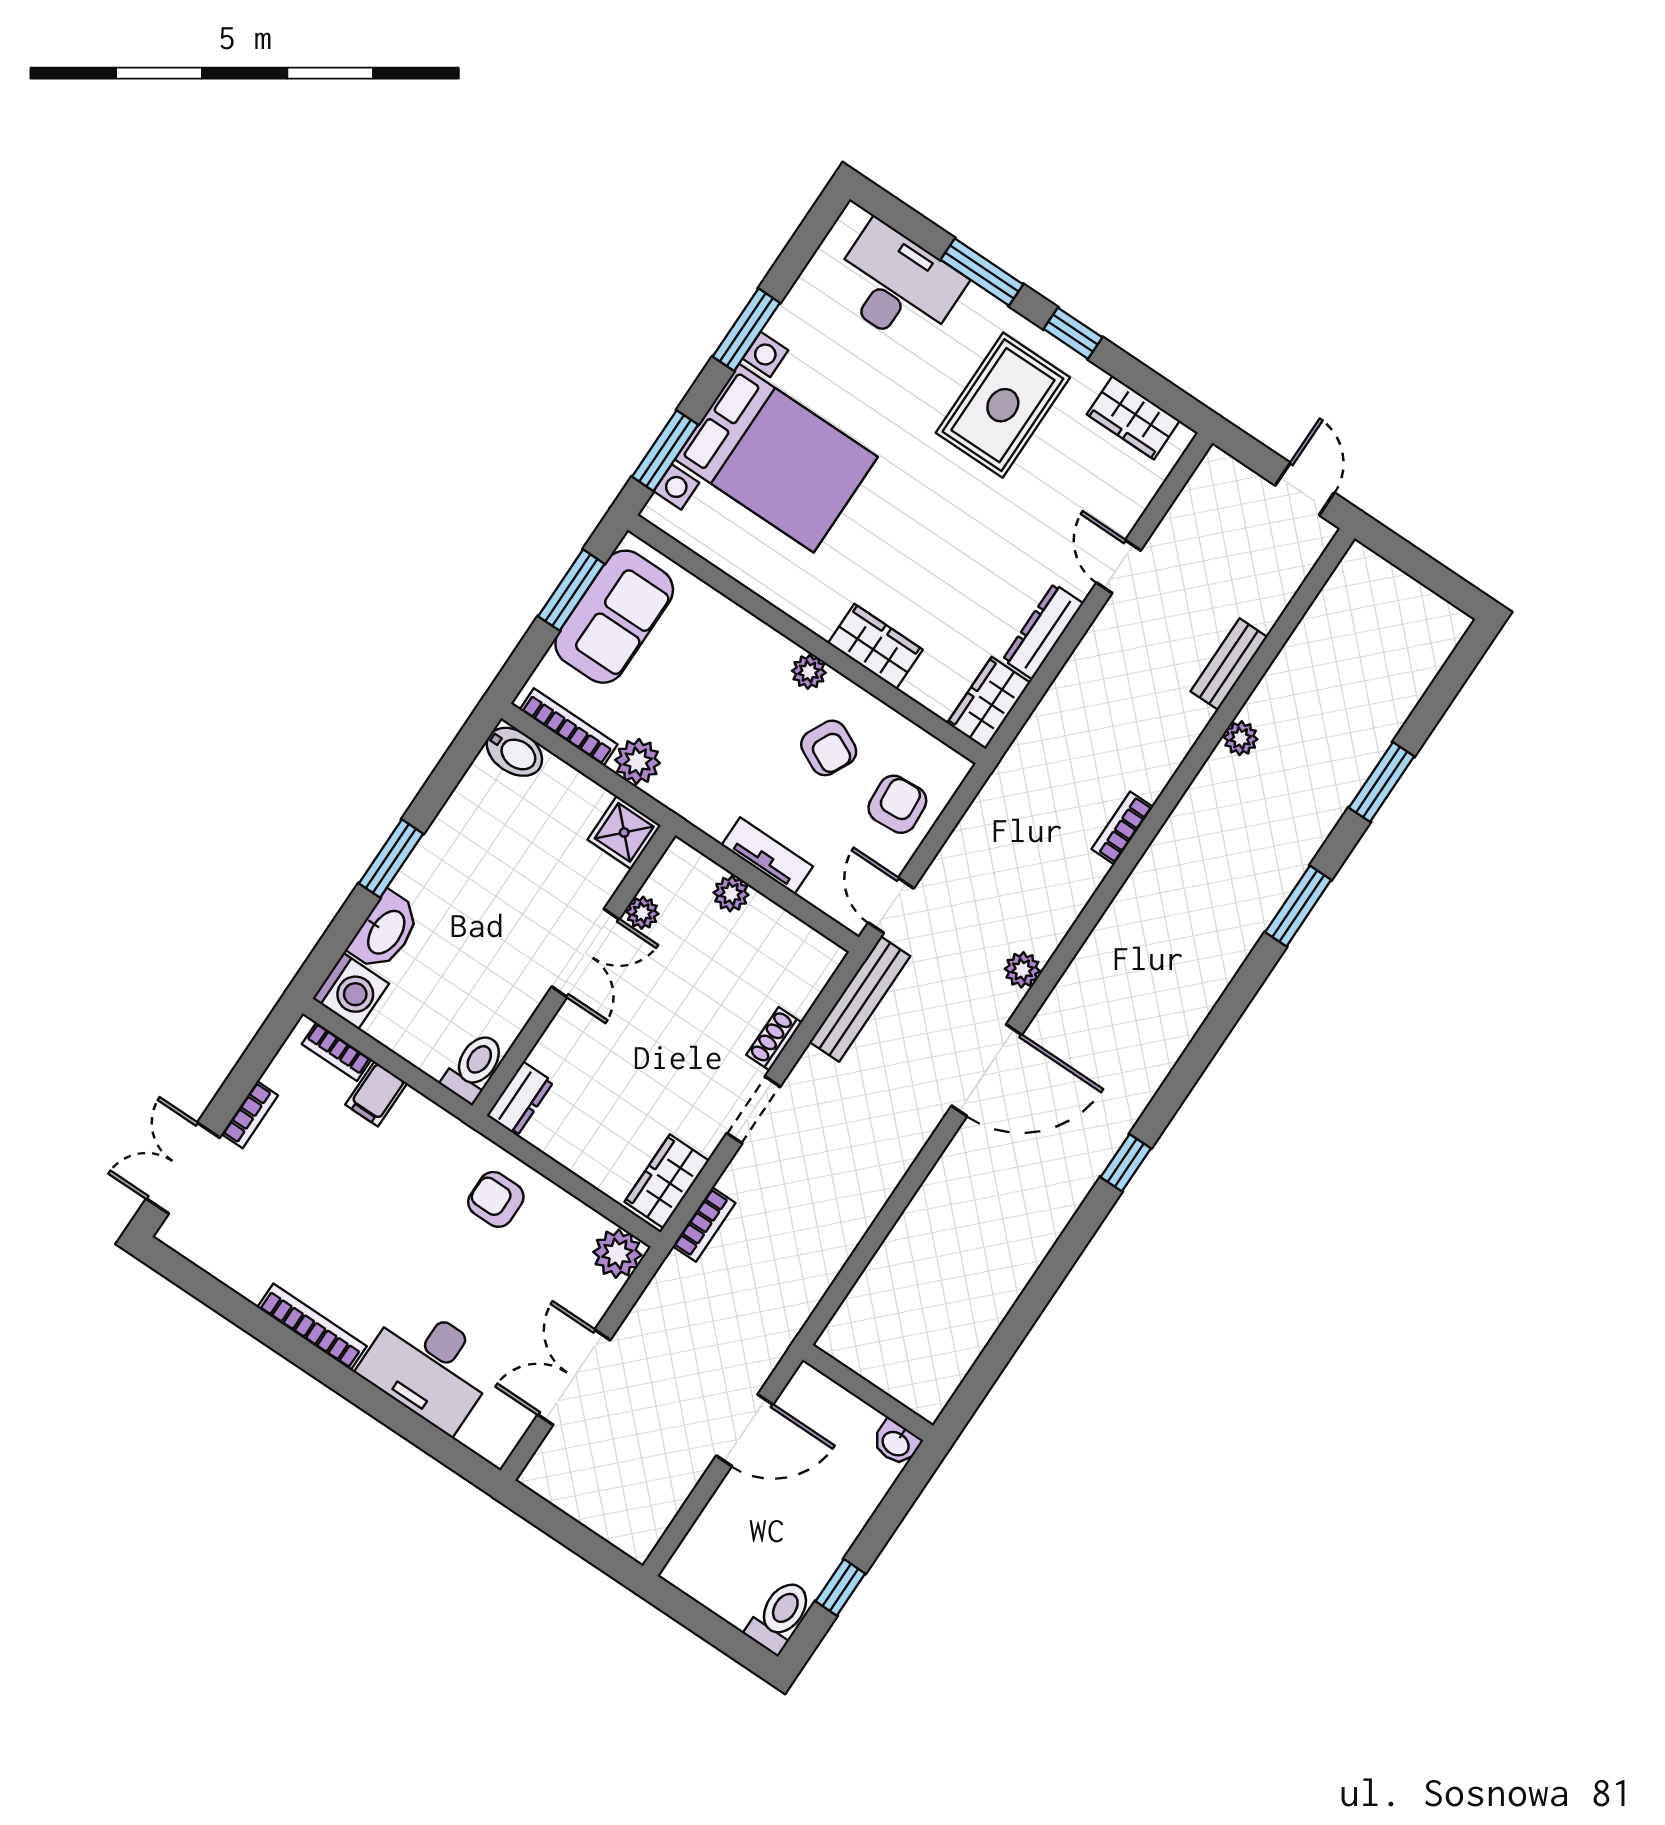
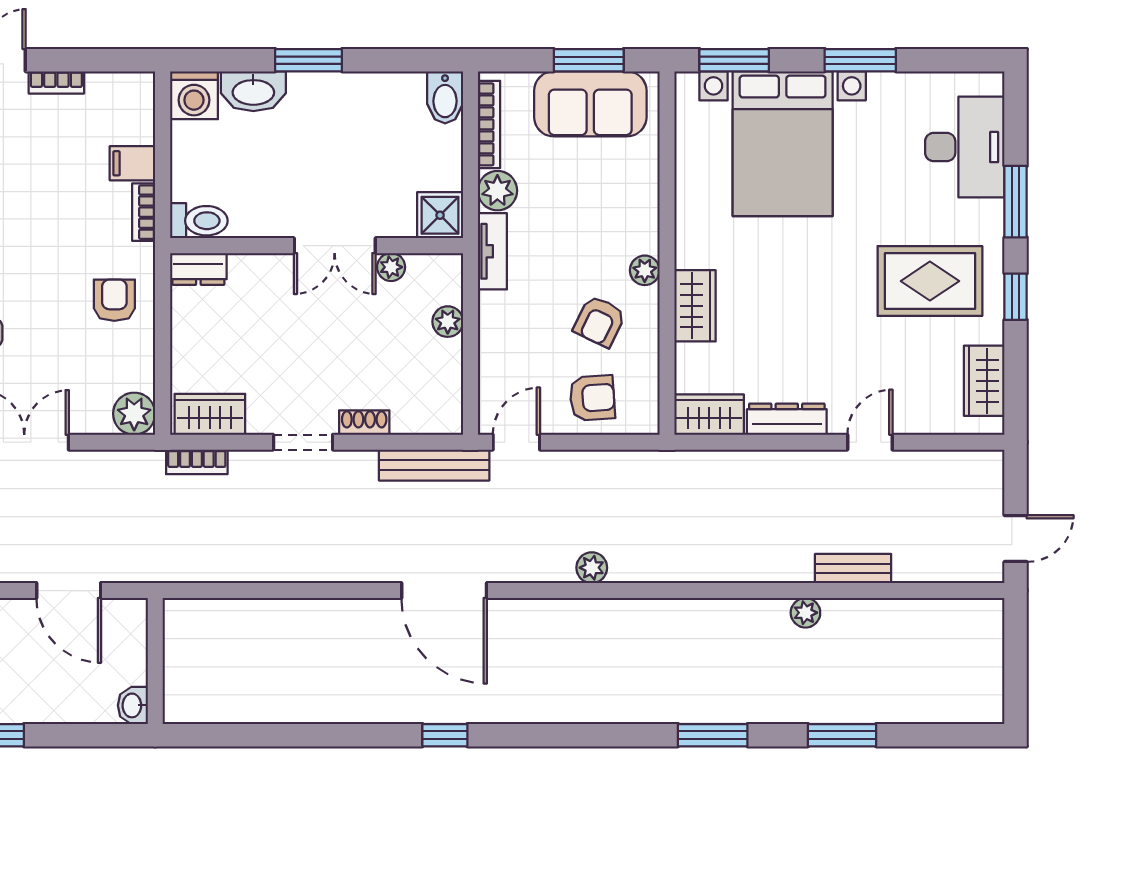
bookcase: (1122, 828) -> (684, 571), removed
tv unit: (767, 856) -> (492, 251), moved
plant: (1022, 970) -> (592, 568), moved
bookcase: (337, 1052) -> (144, 212), moved

